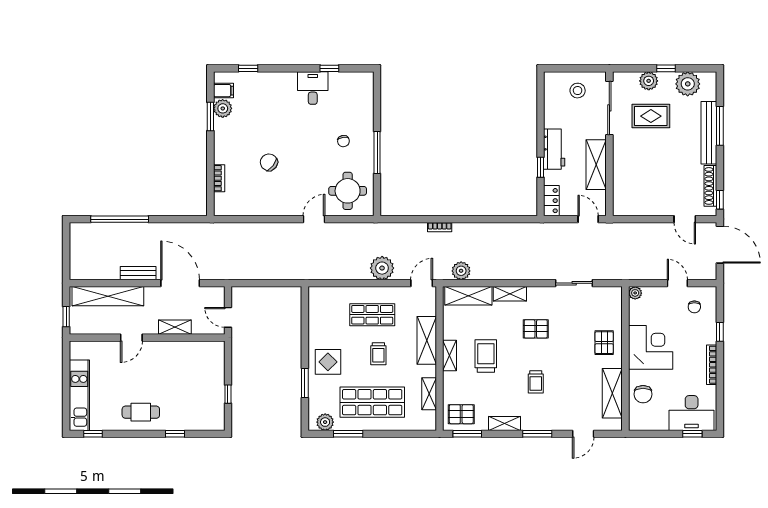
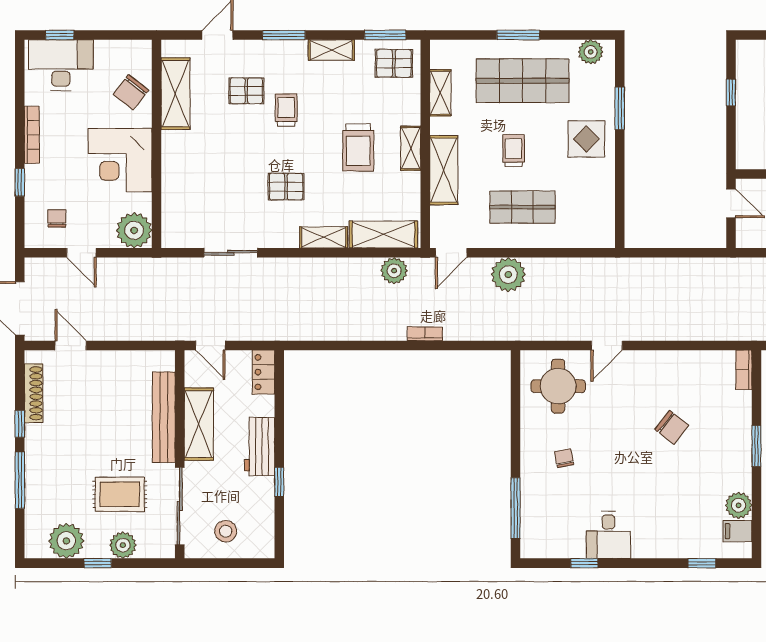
window: (210, 116) -> (756, 446), moved
bench: (709, 133) -> (164, 417), moved
window: (377, 153) -> (516, 508), moved
window: (540, 167) -> (279, 482), moved
bookcase: (219, 178) -> (744, 370), moved
window: (720, 200) -> (20, 424), moved
plant: (635, 293) -> (134, 230), width x1.87, depth x1.87
pallet: (604, 343) -> (246, 91), moved, turned 90
chair: (643, 394) -> (131, 92), turned -142
window: (348, 434) -> (518, 35), moved

